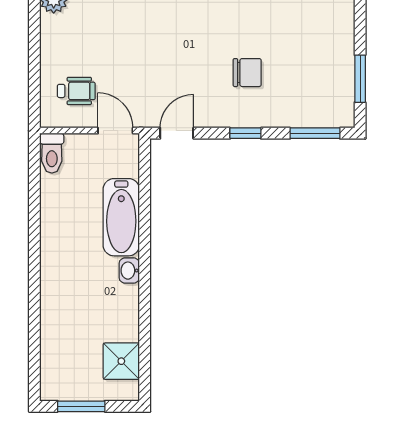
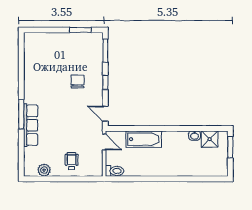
wheelchair: (76, 91) -> (72, 161), moved
door: (115, 131) -> (104, 142), swing flipped
washbasin: (129, 271) -> (195, 135), moved
window: (81, 406) -> (230, 147), moved

